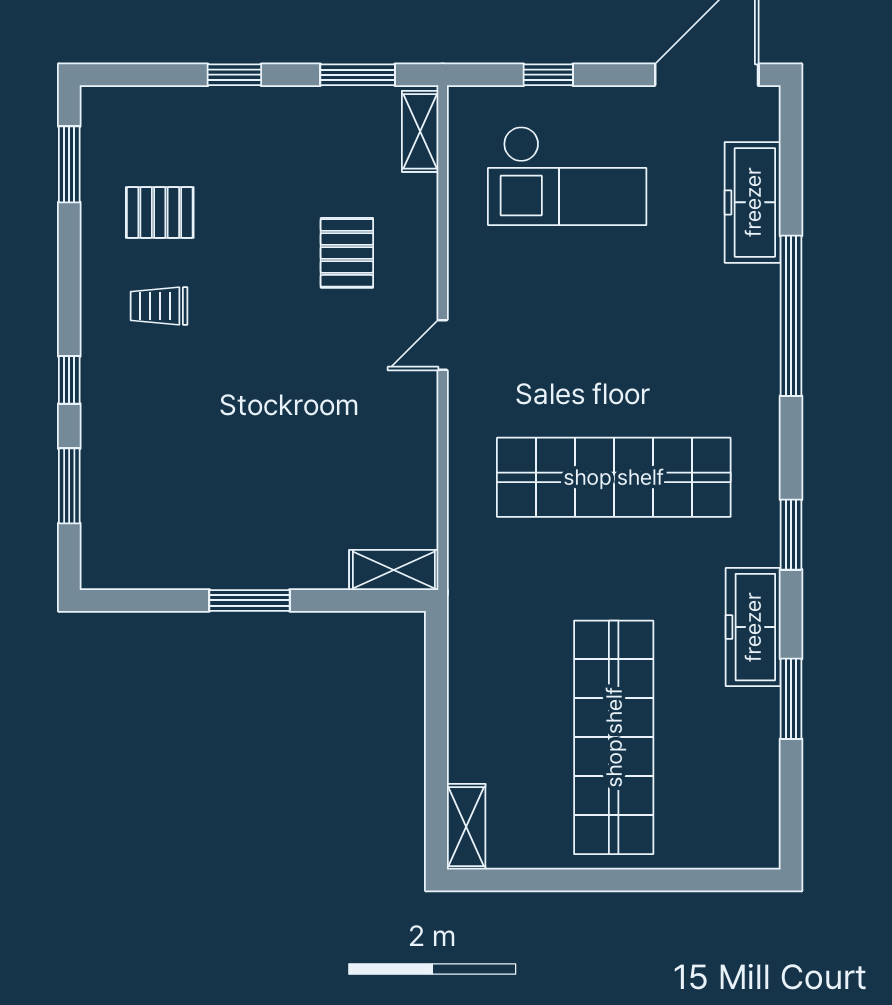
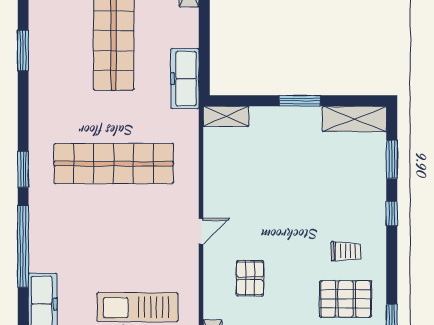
pallet: (160, 212) -> (346, 299), width x1.50, depth x1.42
window: (791, 535) -> (23, 169), moved
shelving: (142, 565) -> (354, 119), added
freezer: (753, 627) -> (185, 79), moved, turned 180

